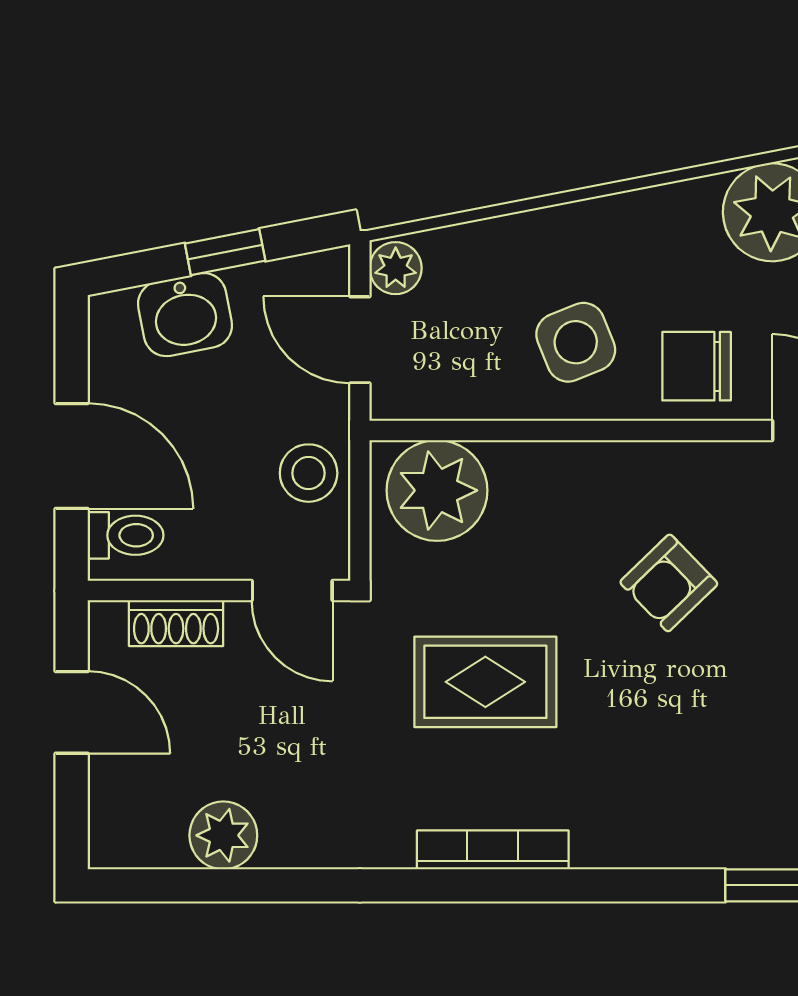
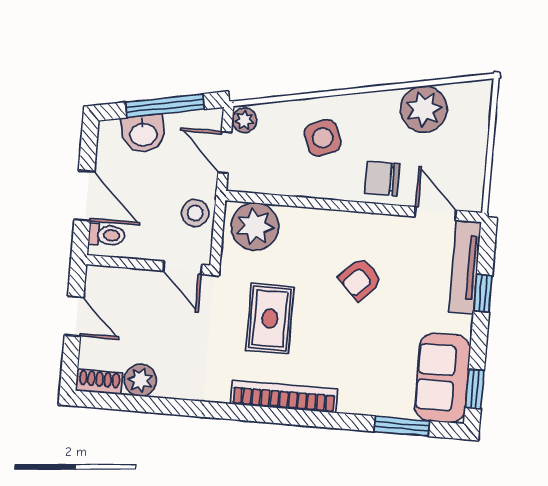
window: (225, 252) -> (165, 106), width x2.17
side table: (576, 342) -> (323, 138), moved
shoe rack: (176, 623) -> (99, 382), moved, turned 180
rug: (485, 682) -> (270, 318), turned 90
bookcase: (493, 850) -> (284, 396), width x1.48, depth x1.31

